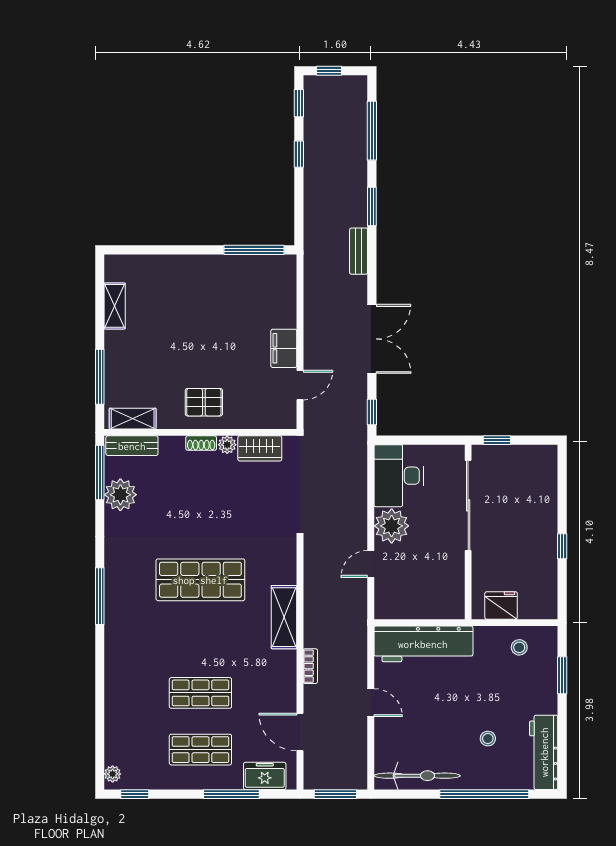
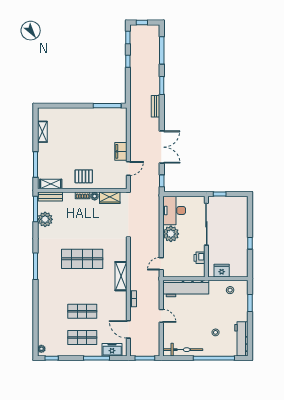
door: (371, 564) -> (161, 264), moved
printer: (453, 578) -> (199, 258), added

